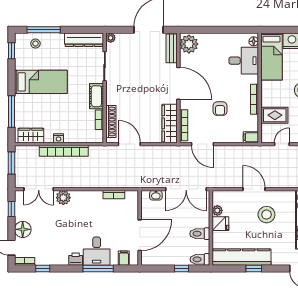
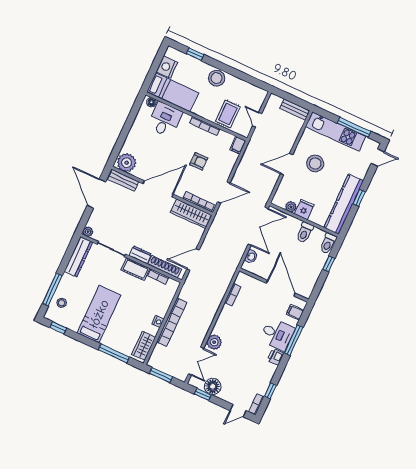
dresser: (111, 94) -> (140, 255), added
floor lamp: (23, 229) -> (213, 386), moved

